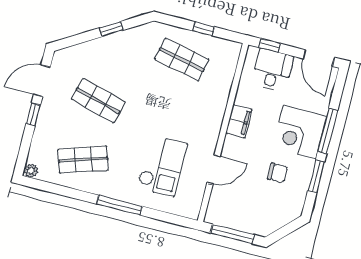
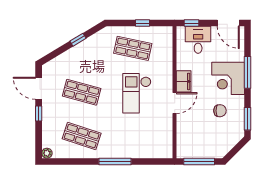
door: (42, 81) -> (39, 88), hinge flipped
shop shelf: (83, 160) -> (82, 136), turned 36
checkout: (162, 166) -> (137, 93), moved, turned 180
door: (214, 169) -> (175, 103), moved
window: (316, 176) -> (247, 119), moved

